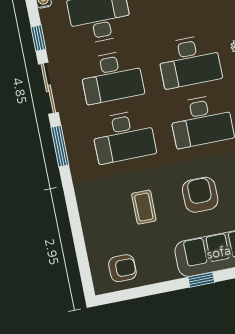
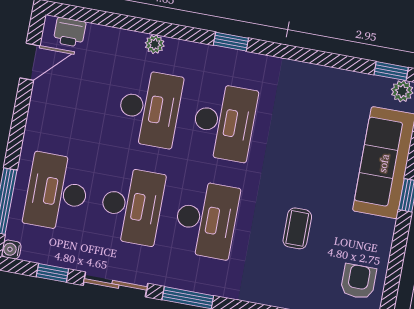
armchair: (200, 195) -> (309, 157), removed
coffee table: (144, 207) -> (297, 228), turned 90

